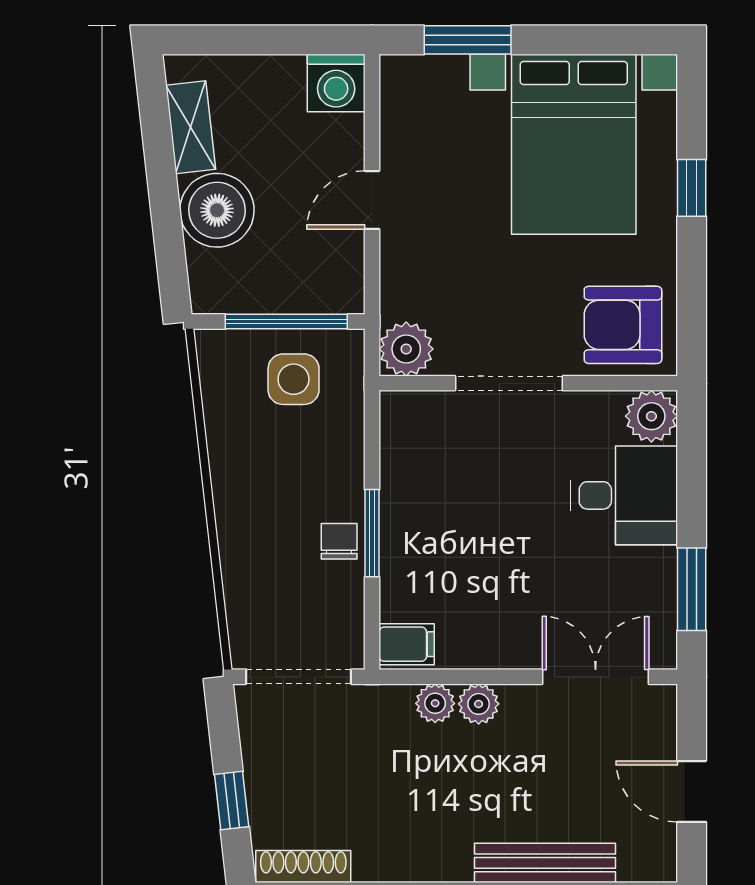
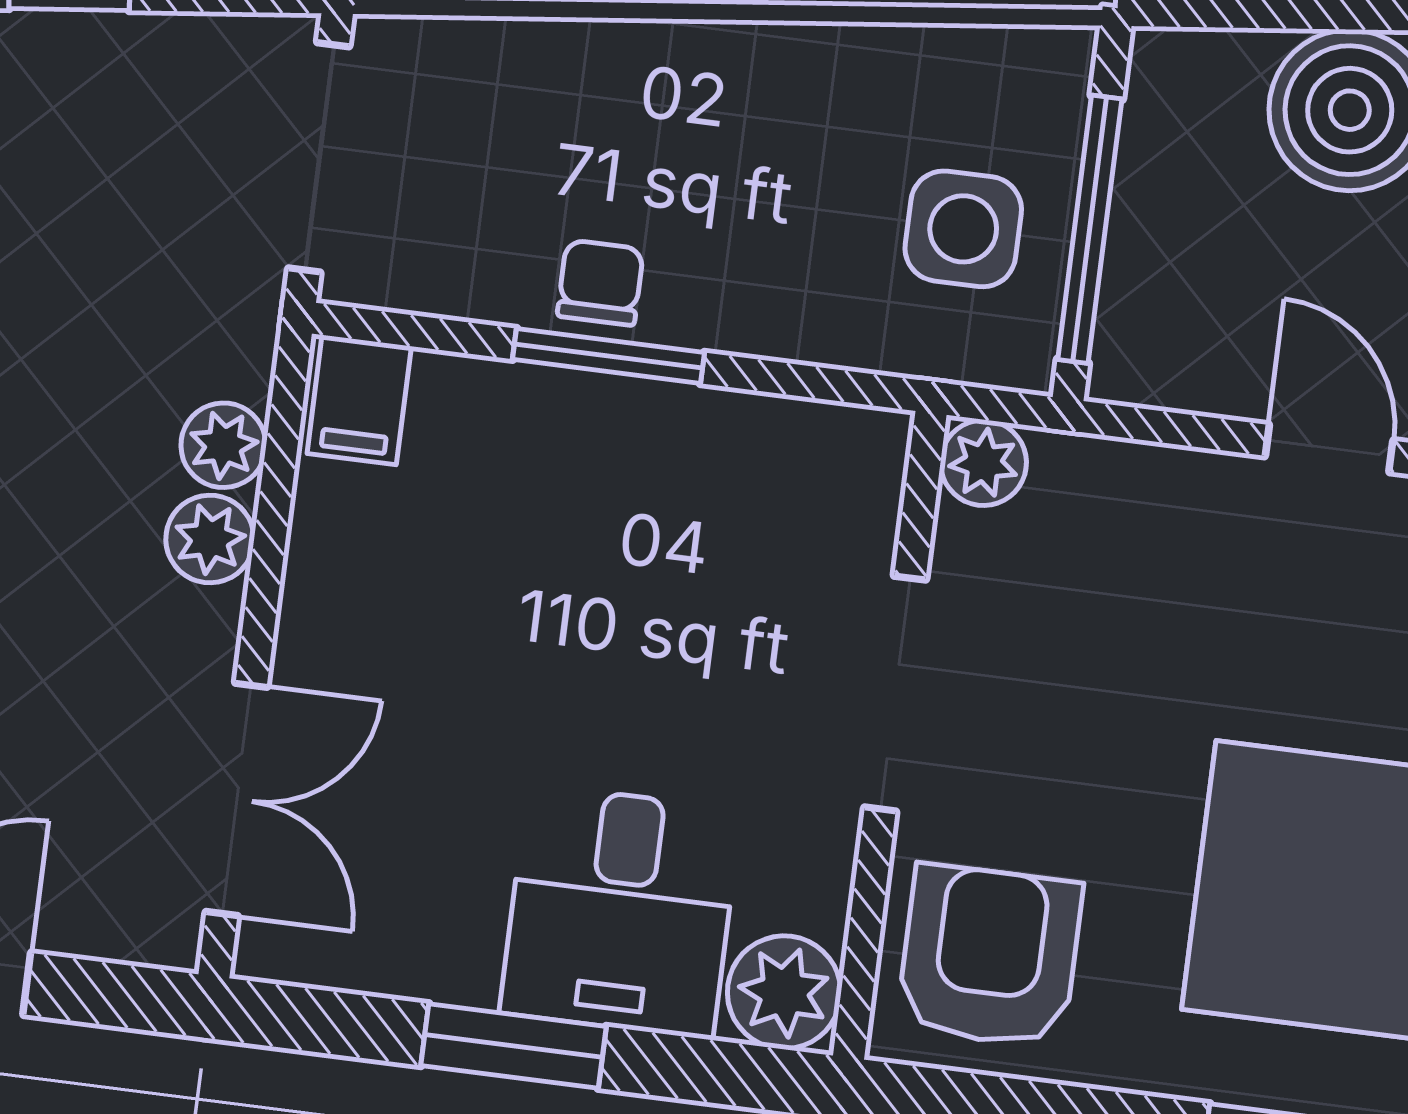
plant: (406, 349) -> (983, 463), width x0.73, depth x0.73
chair: (339, 541) -> (600, 283), turned -90
window: (692, 589) -> (513, 1046), moved

